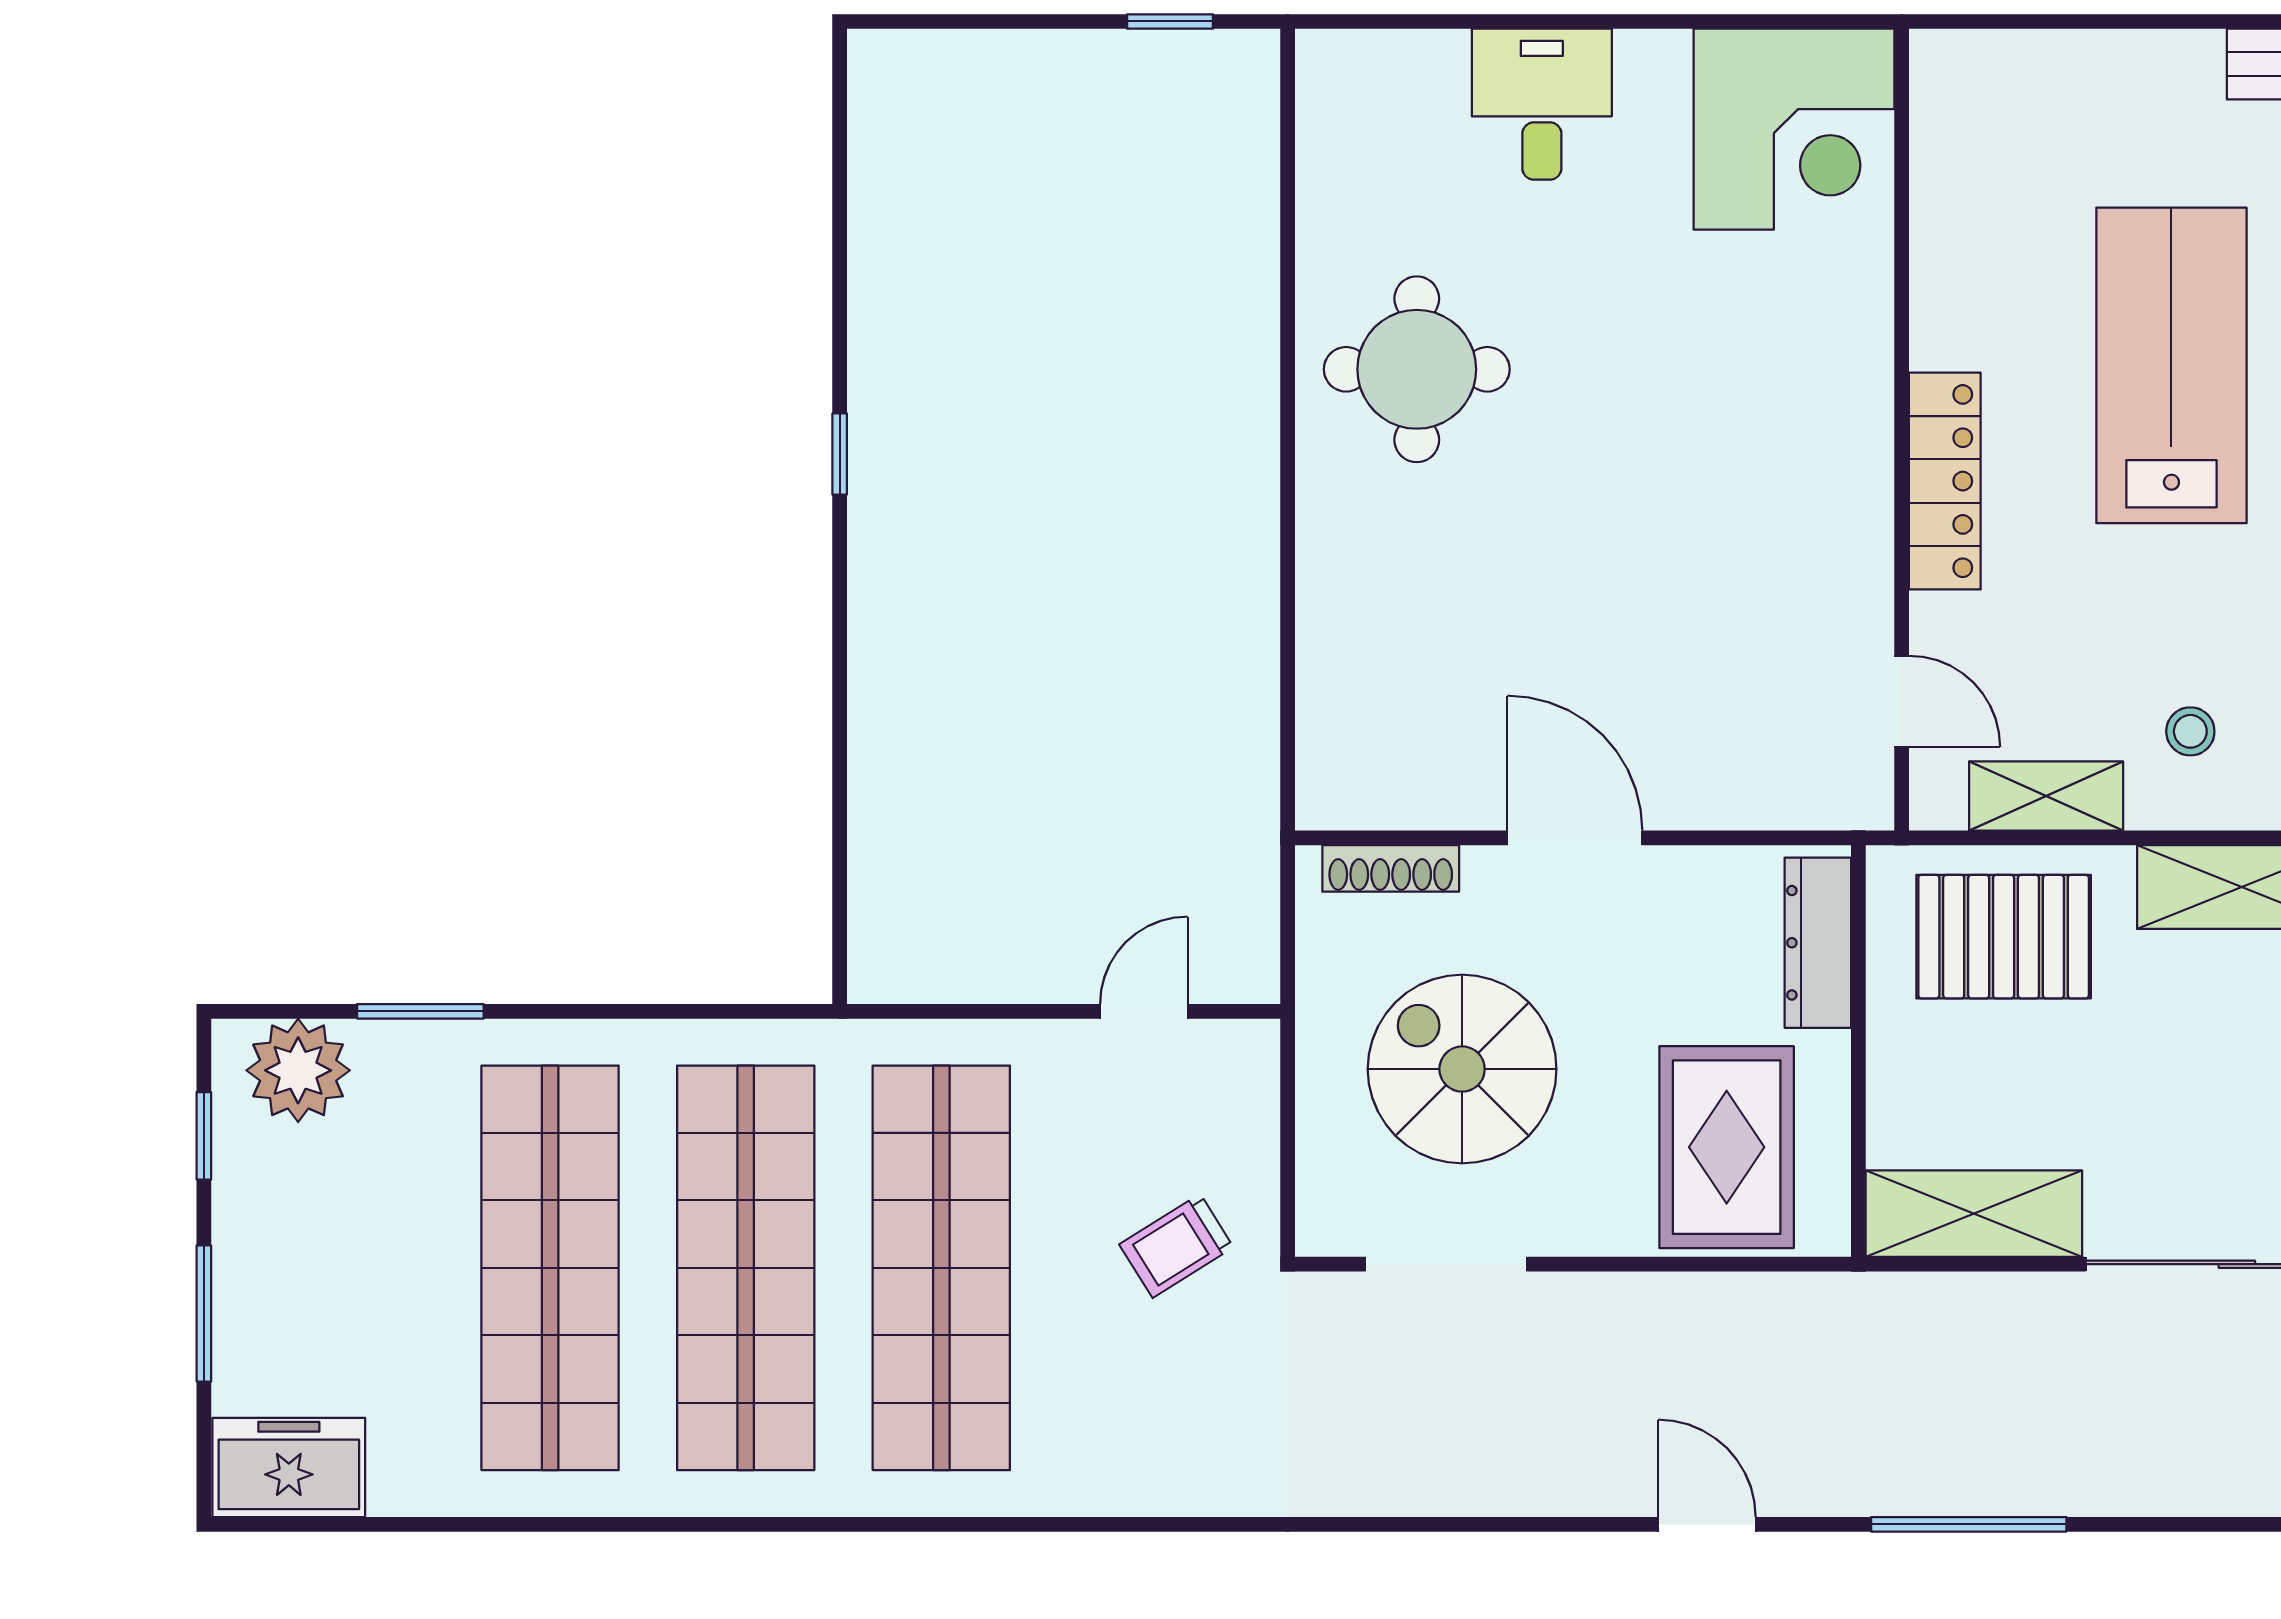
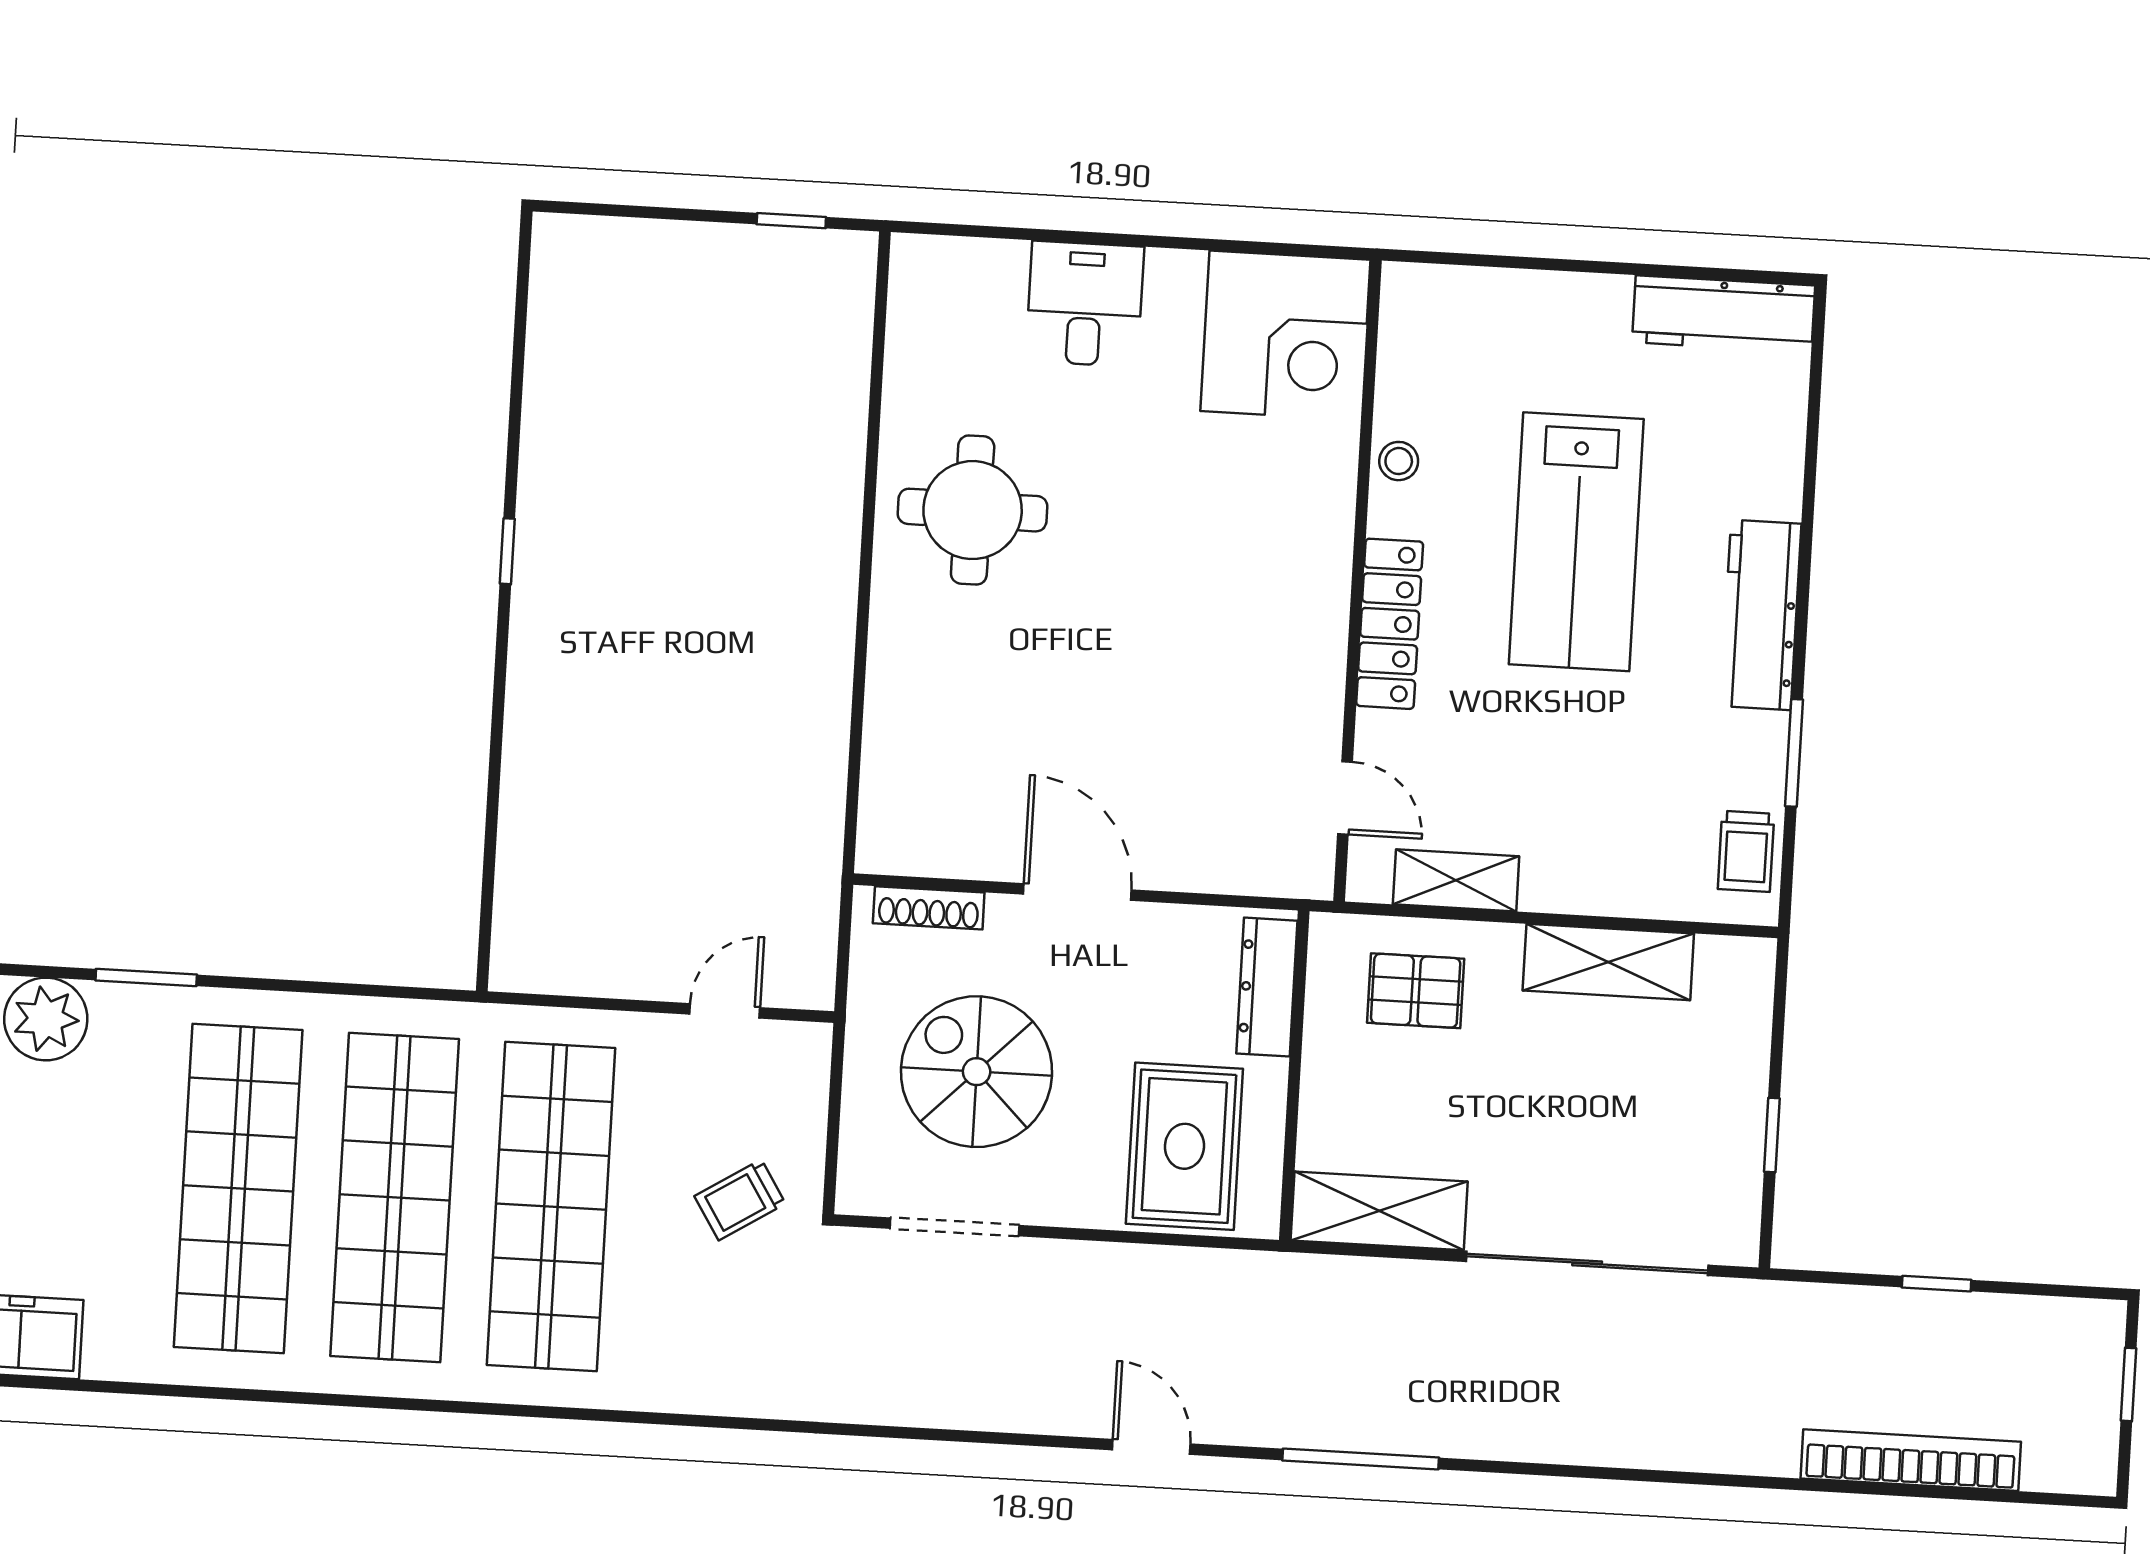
lab bench: (2171, 365) -> (1576, 542), turned 180
stool: (2190, 731) -> (1399, 461), moved
pallet: (2004, 937) -> (1416, 991), width x0.67, depth x0.71

